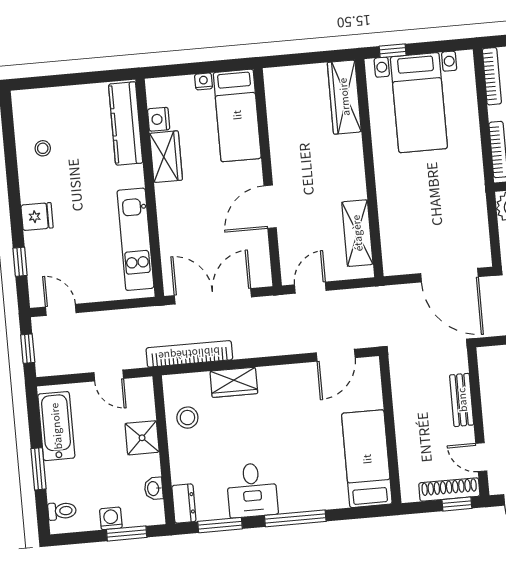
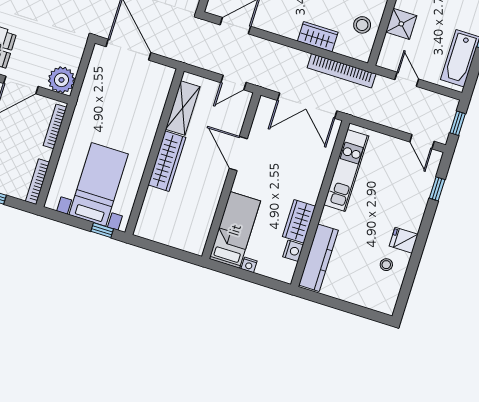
wardrobe: (344, 97) -> (167, 161), moved
door: (270, 207) -> (238, 154), swing flipped
fridge: (37, 216) -> (404, 240), moved

